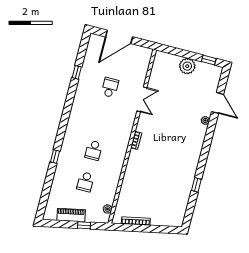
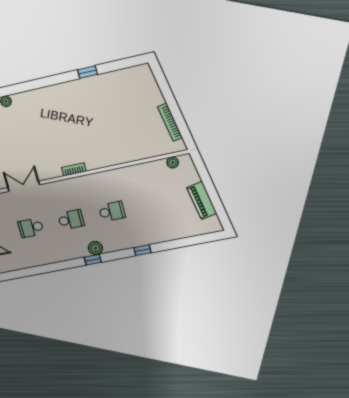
window: (77, 72) -> (93, 260), moved
plant: (73, 125) -> (95, 248), added
school desk: (85, 182) -> (71, 220), moved
window: (84, 225) -> (207, 180), removed

